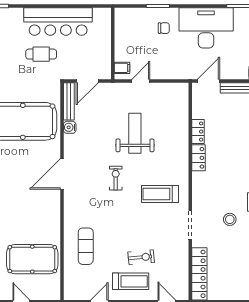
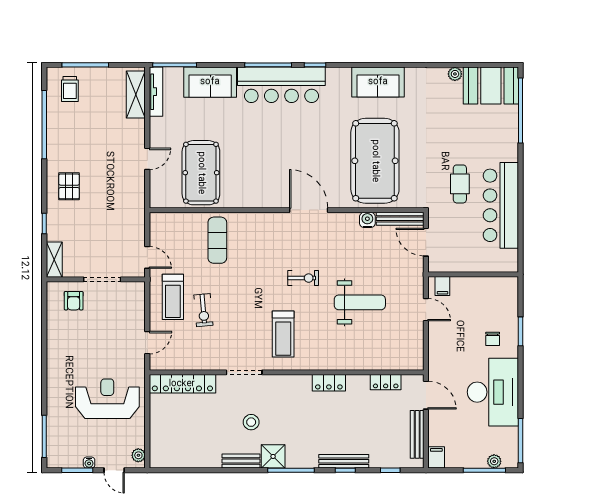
locker: (198, 132) -> (386, 382), moved
treadmill: (160, 194) -> (283, 334), turned 180
exercise mat: (86, 246) -> (217, 240), turned 90

